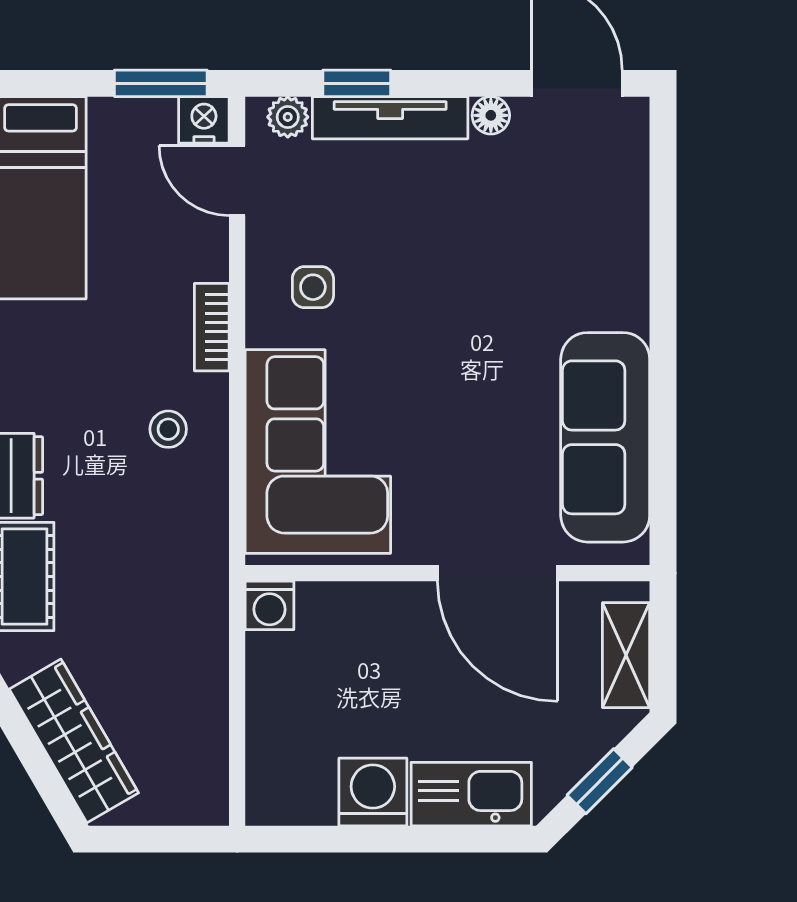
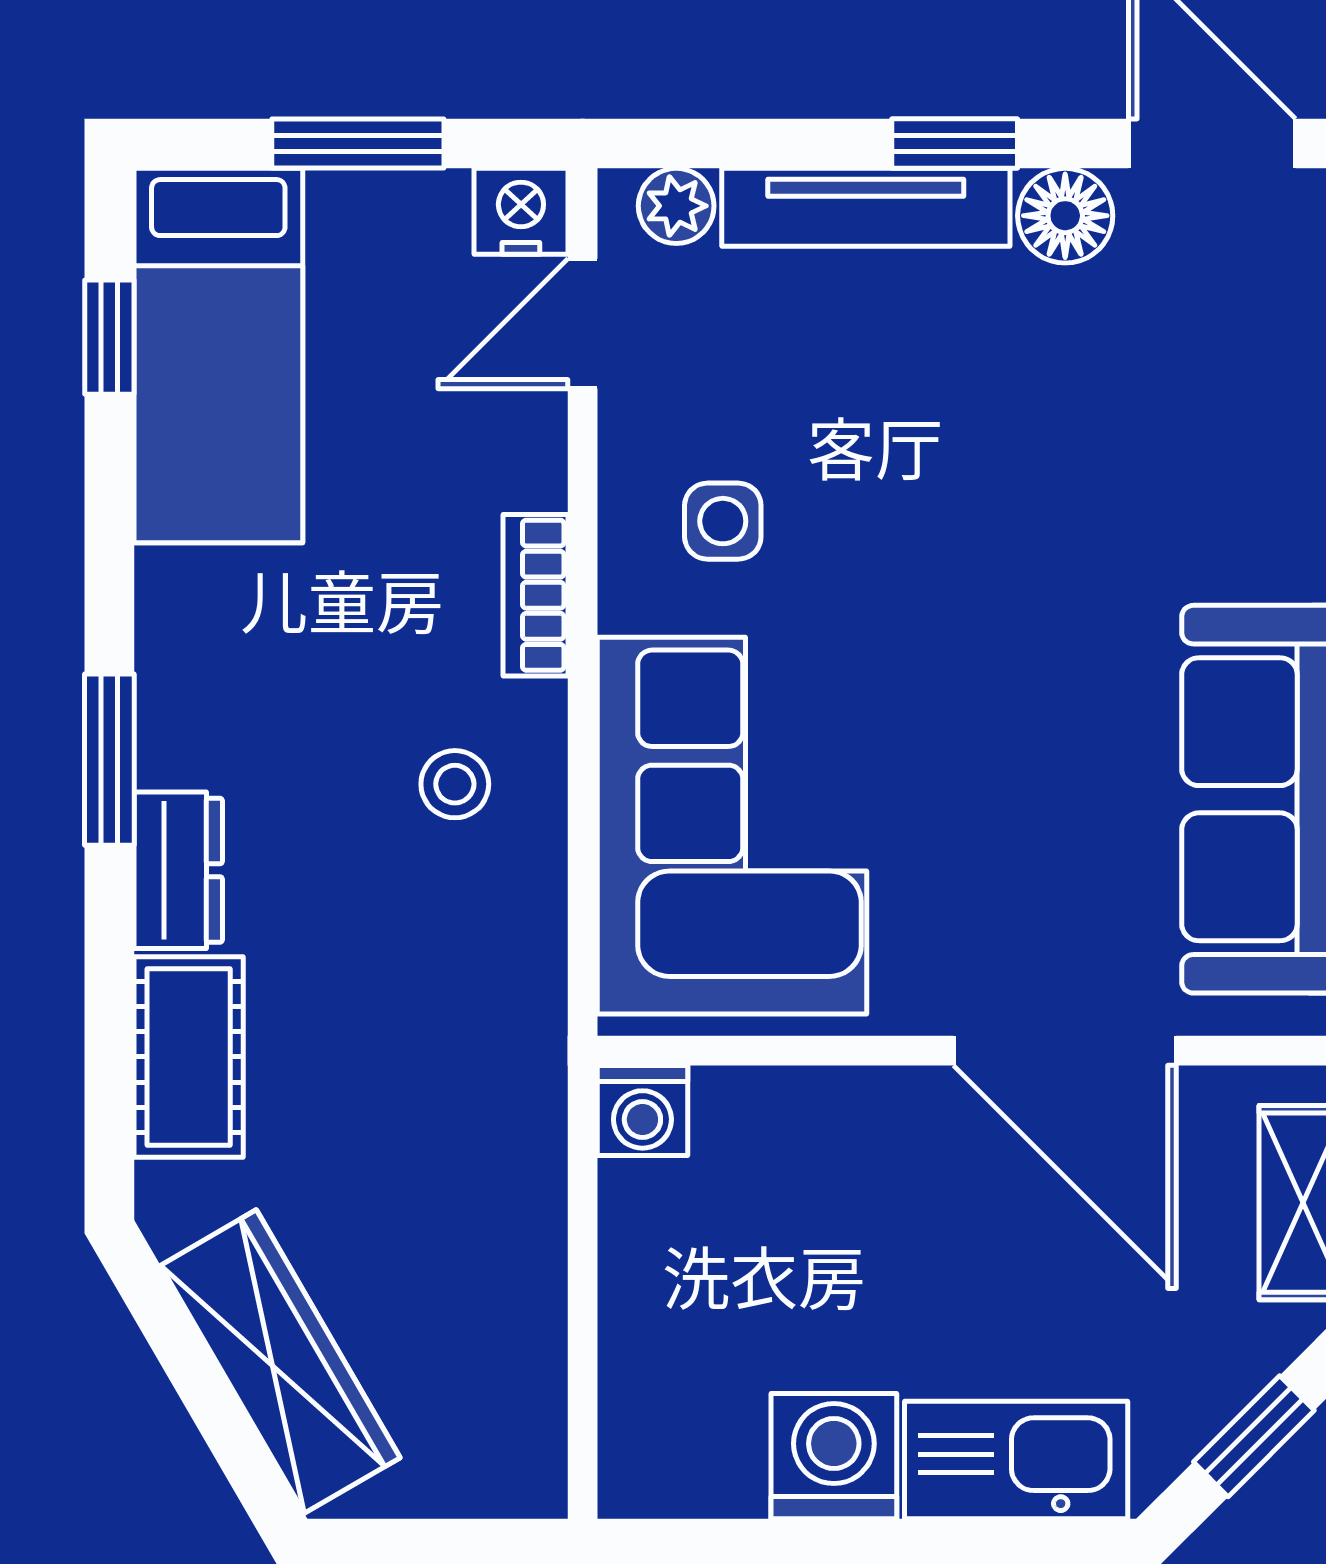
window: (161, 83) -> (358, 144), moved
window: (357, 83) -> (955, 144), moved
floor lamp: (491, 115) -> (1065, 216), width x1.37, depth x1.37
door: (237, 180) -> (583, 324), hinge flipped

